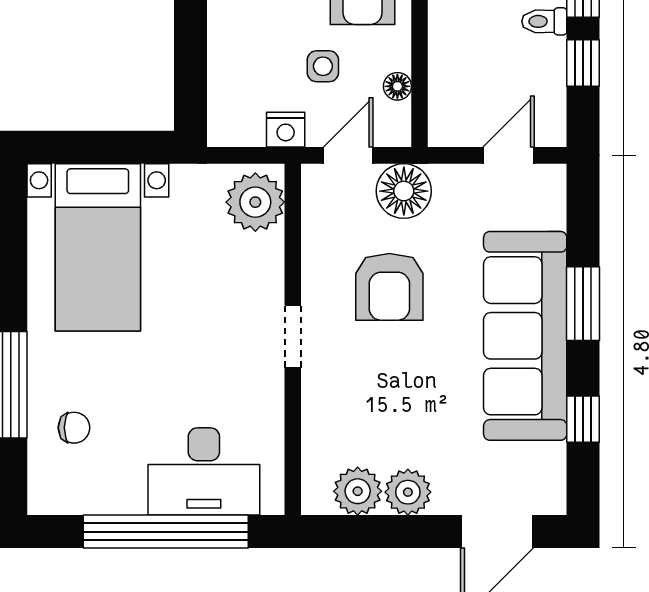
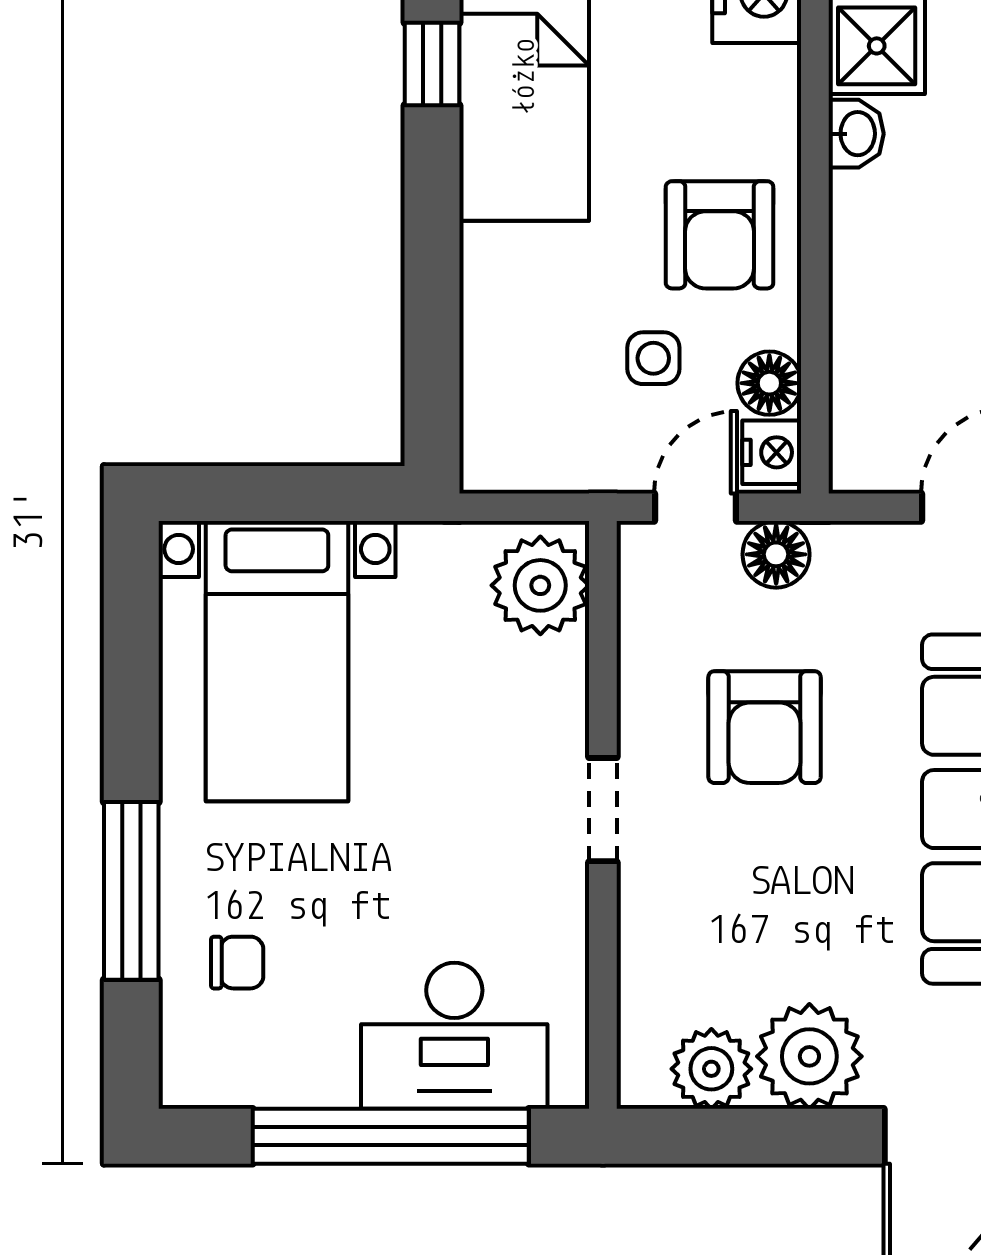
floor lamp: (397, 86) -> (769, 383), width x1.37, depth x1.37
nightstand: (286, 130) -> (772, 452), moved, turned -90
floor lamp: (404, 191) -> (776, 554), width x0.73, depth x0.73
plant: (408, 492) -> (809, 1056), width x1.36, depth x1.36

